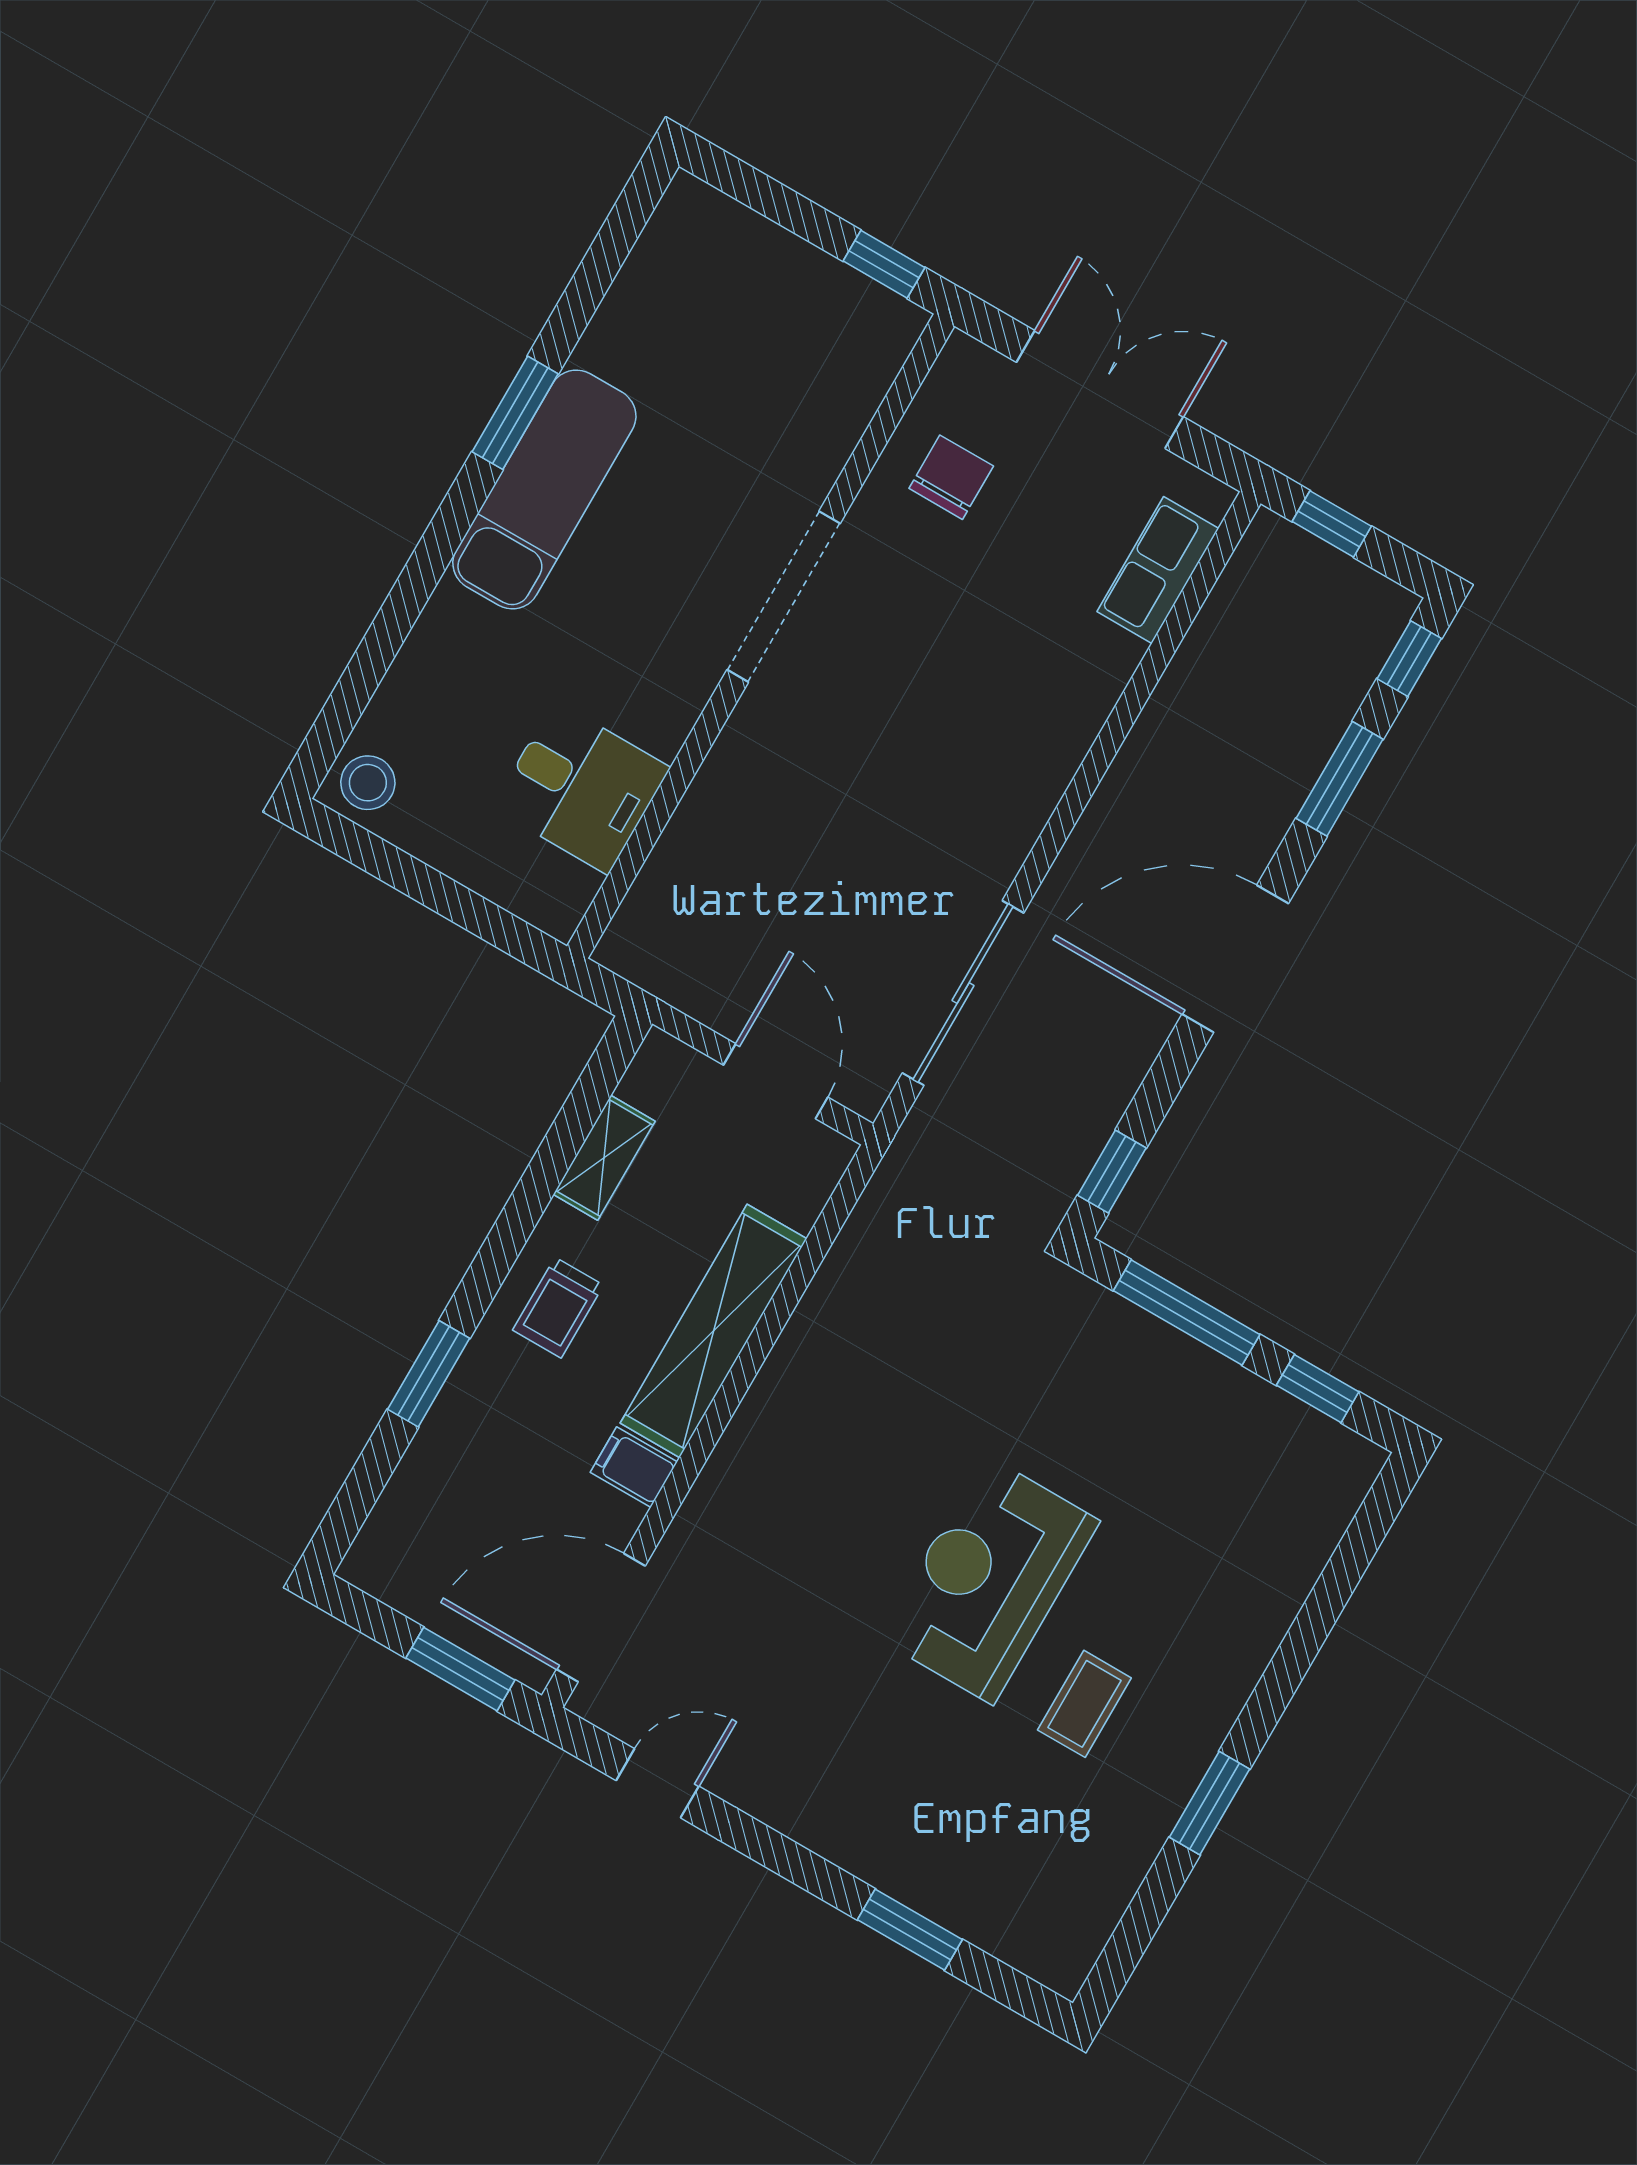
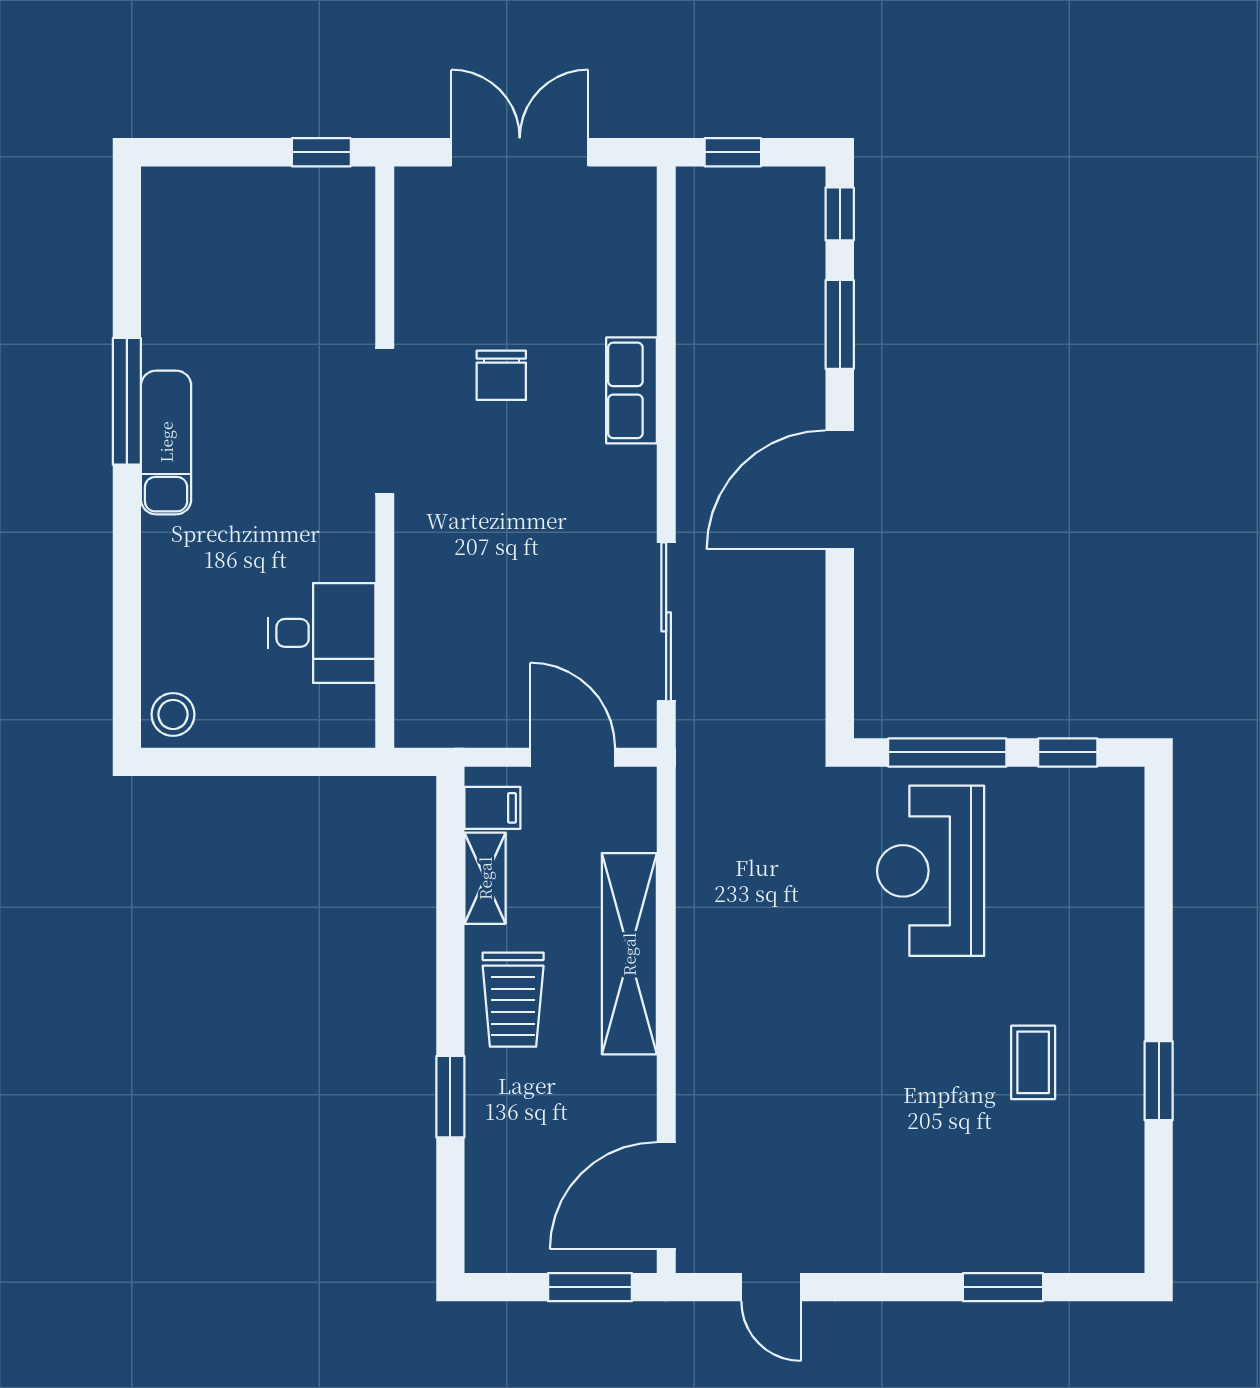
window: (515, 413) -> (127, 401), width x1.44
chair: (951, 477) -> (501, 375), moved, turned 180
exam couch: (544, 489) -> (166, 442), width x0.73, depth x0.69
row of seats: (1158, 570) -> (631, 390), moved
window: (1112, 1172) -> (840, 685), removed
trolley: (558, 1308) -> (513, 1000), width x1.36, depth x1.39
filing cabinet: (634, 1467) -> (492, 808), moved, turned 180
reception desk: (989, 1580) -> (931, 871), moved
door: (658, 1783) -> (771, 1287), swing flipped

